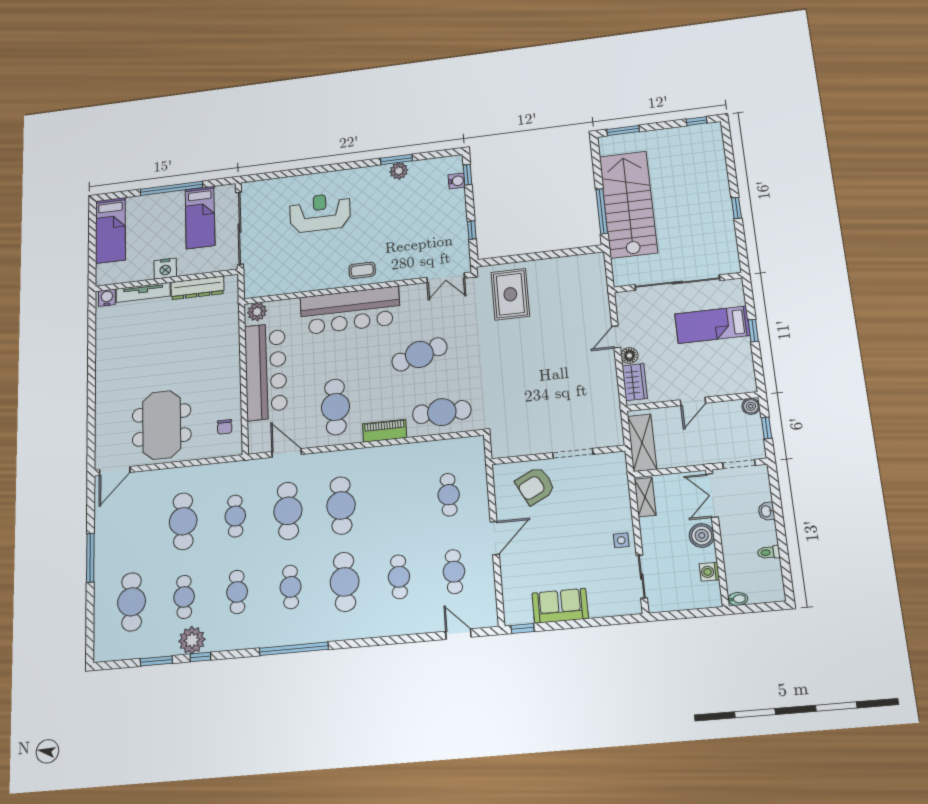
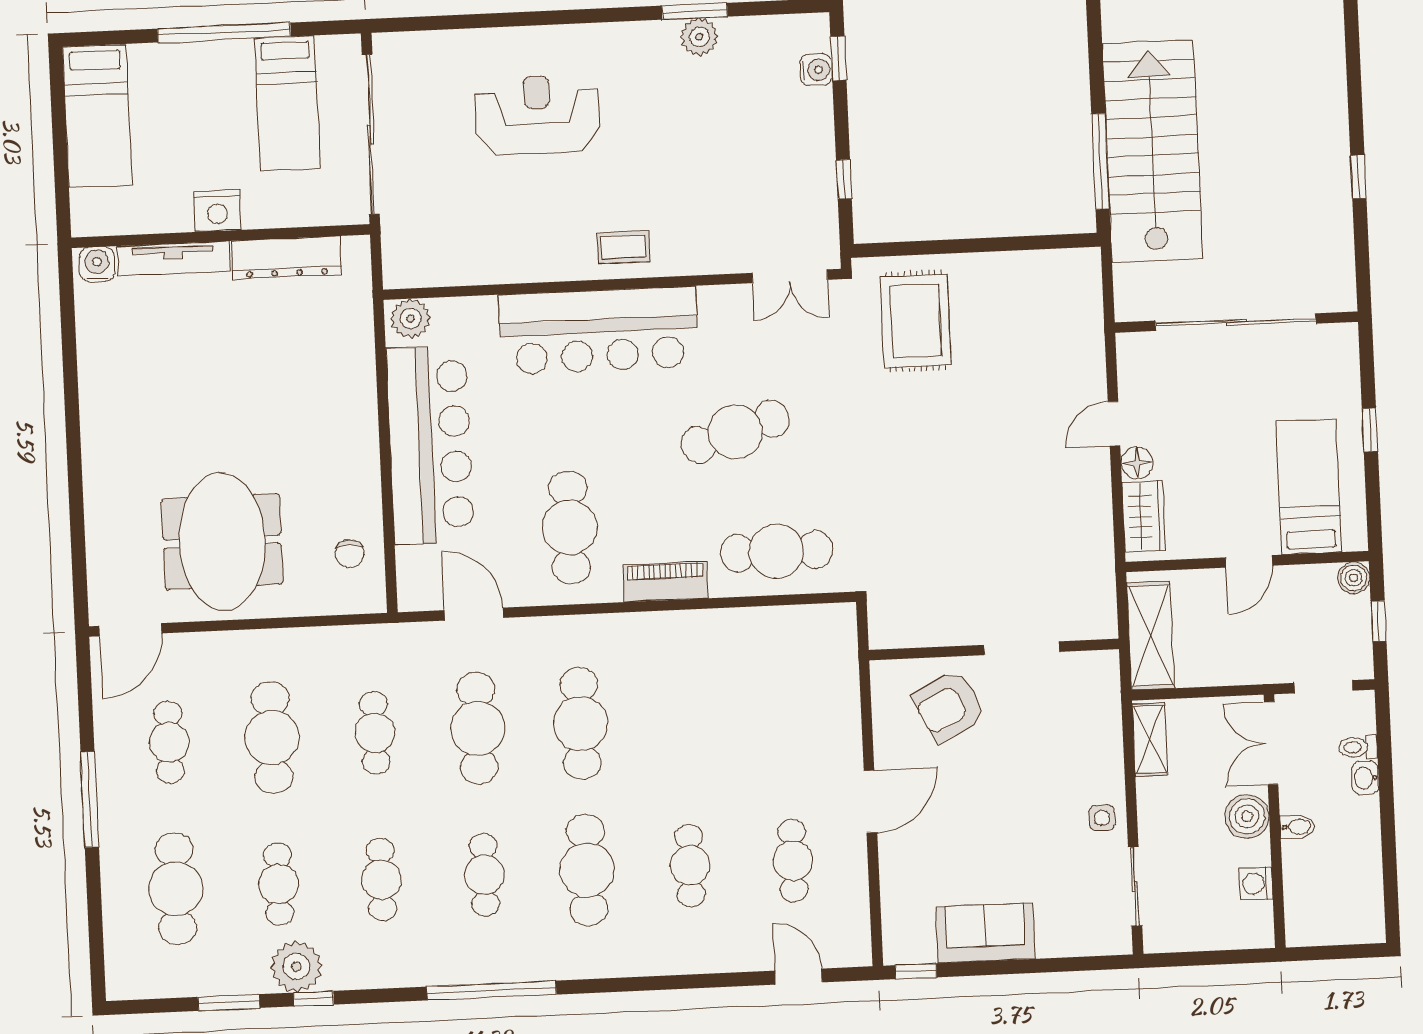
bed: (712, 325) -> (1309, 487), moved, turned 90
cafe table: (449, 495) -> (169, 742), moved
toilet: (769, 552) -> (1358, 747), moved
bidet: (738, 599) -> (1297, 827), moved

